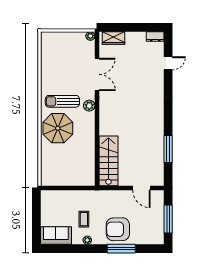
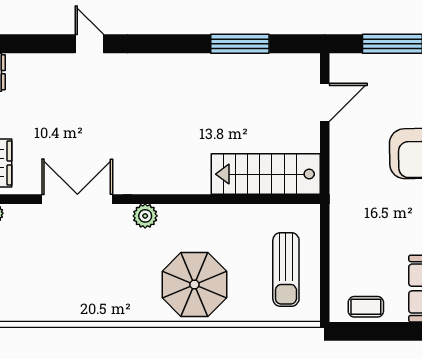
door: (168, 63) -> (89, 44), moved
sun lounger: (62, 101) -> (286, 270), moved
coffee table: (84, 219) -> (366, 307), moved

